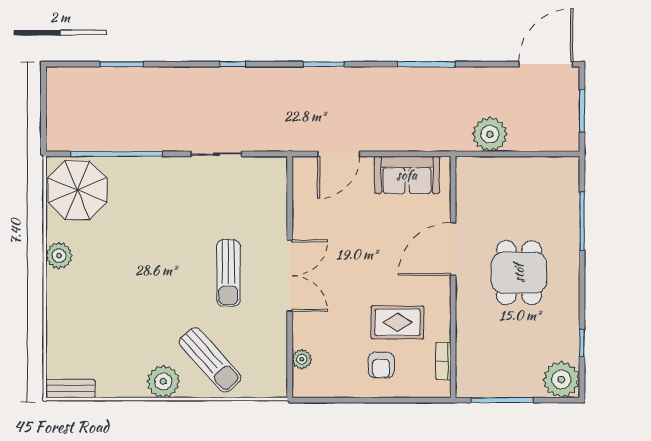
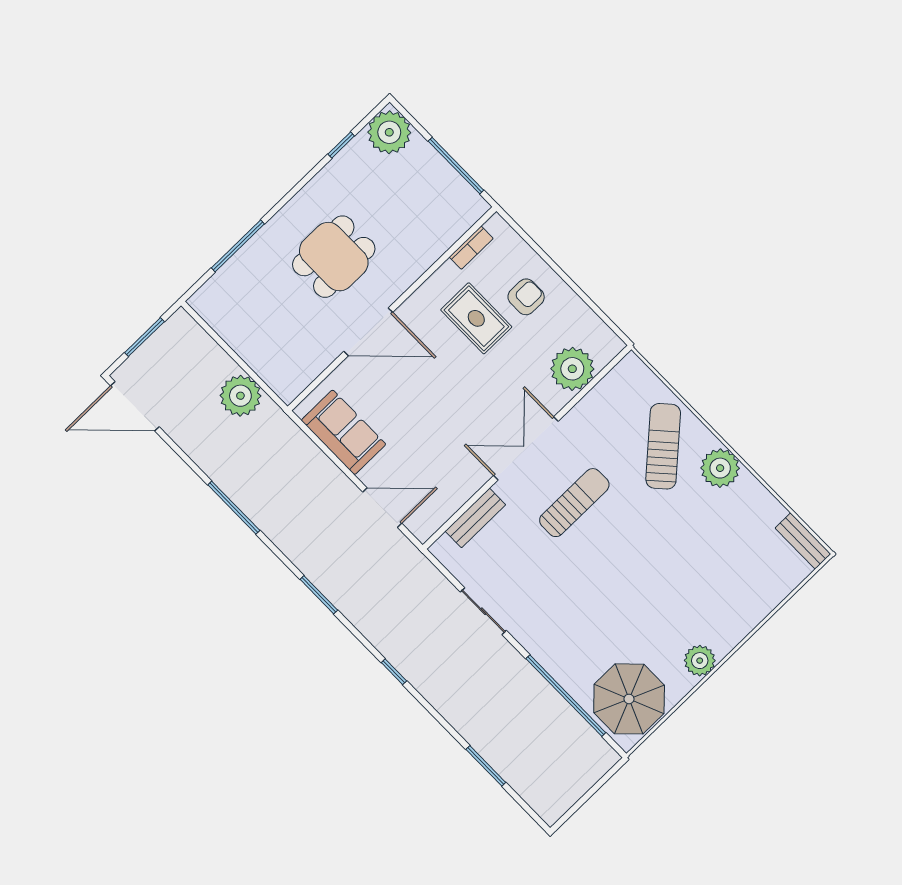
bench: (277, 204) -> (475, 518), added
plant: (302, 359) -> (572, 369), width x1.87, depth x1.87

